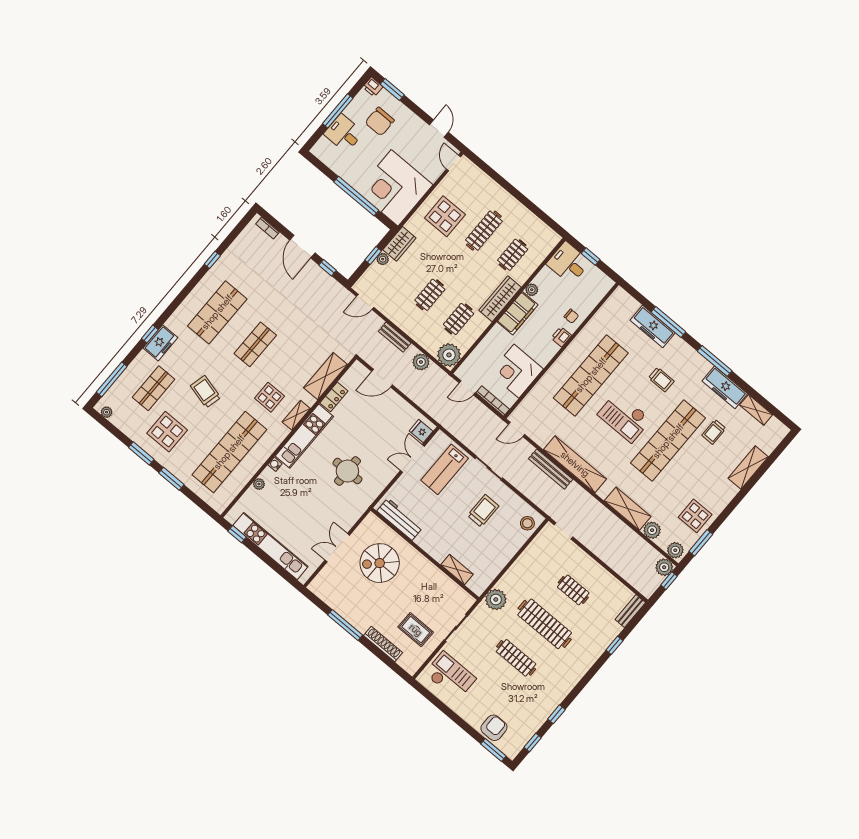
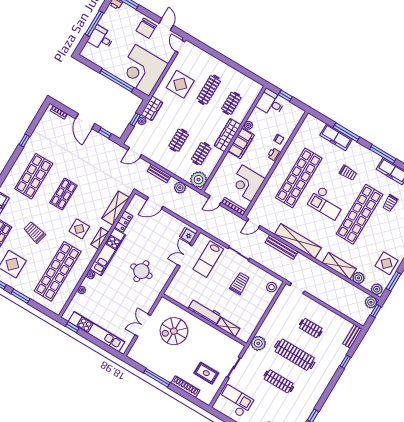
chair: (380, 121) -> (146, 28), moved
workbench: (400, 519) -> (205, 312), moved

